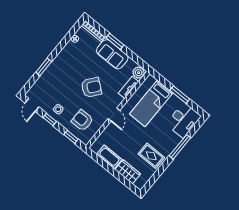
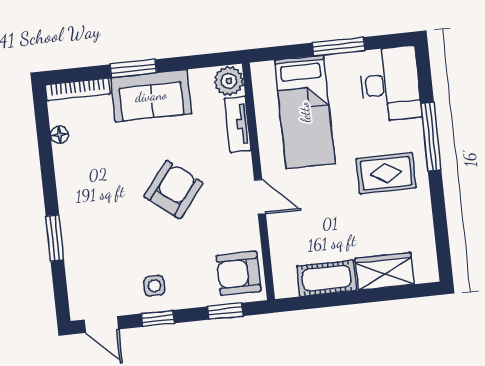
armchair: (82, 120) -> (239, 273), moved
rug: (151, 156) -> (386, 173), moved

